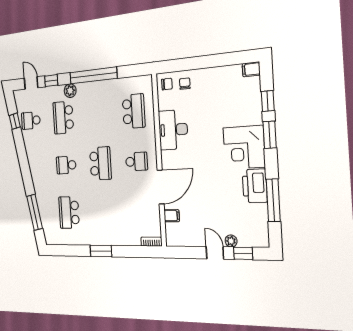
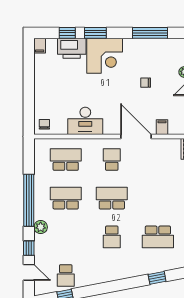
door: (31, 83) -> (29, 272), swing flipped
chair: (185, 84) -> (146, 83), moved
school desk: (63, 118) -> (66, 198), moved, turned 180
printer: (255, 186) -> (72, 48), moved
window: (35, 212) -> (157, 278), width x0.46

